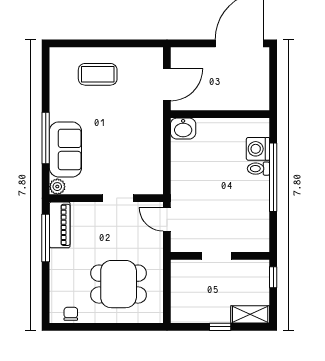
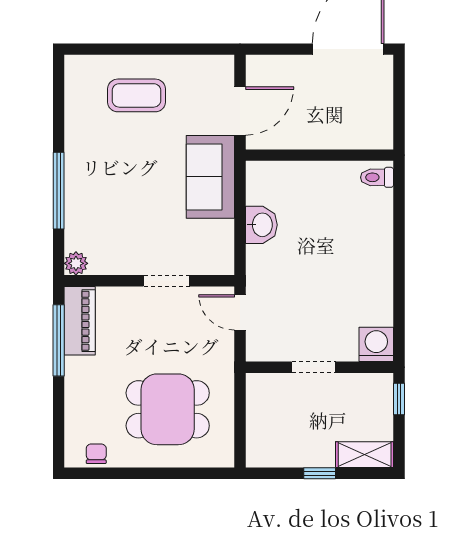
washbasin: (183, 129) -> (261, 225), moved, turned -90
sofa: (65, 149) -> (210, 177), moved, turned 180
washing machine: (258, 149) -> (376, 344), moved, turned 90
toilet: (258, 169) -> (377, 177), moved
window: (273, 177) -> (399, 249), removed

